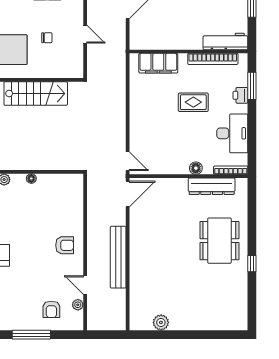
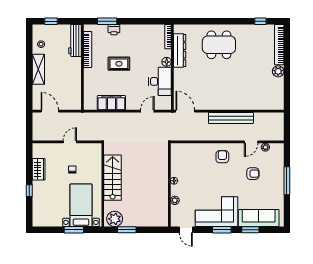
filing cabinet: (158, 63) -> (111, 103), moved, turned -90
rug: (193, 102) -> (119, 64), turned 90
desk: (232, 133) -> (160, 81), moved, turned 90
door: (128, 161) -> (147, 111), moved
window: (252, 264) -> (260, 21), moved
armchair: (51, 309) -> (253, 174), moved
plant: (161, 322) -> (278, 71), moved
bookcase: (220, 324) -> (279, 45), added

